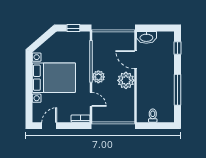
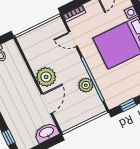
door: (135, 60) -> (47, 103), hinge flipped
plant: (98, 77) -> (86, 85), moved

